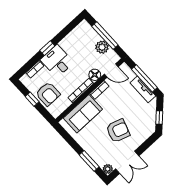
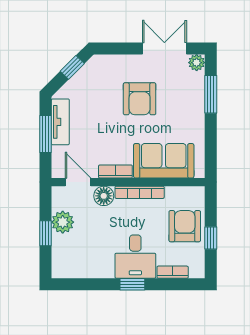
window: (105, 36) -> (46, 233), width x0.46
window: (144, 78) -> (46, 134), width x0.69
armchair: (118, 131) -> (140, 99), turned -108

